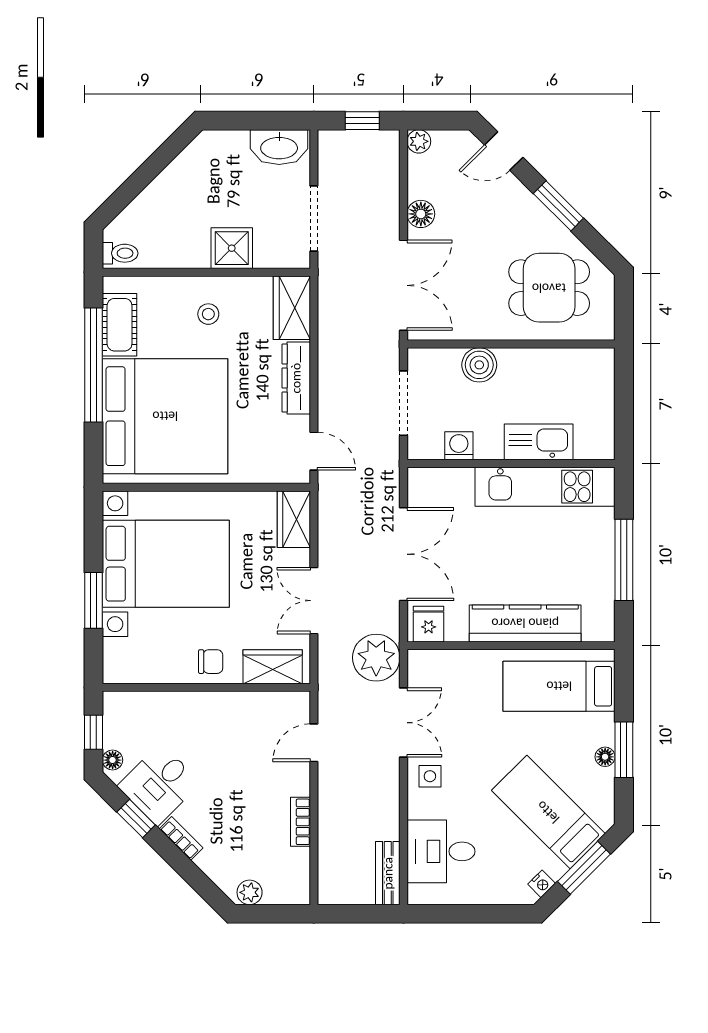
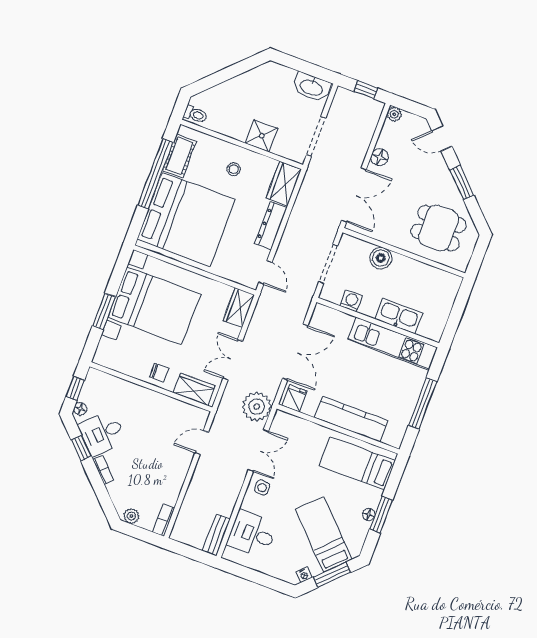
bookcase: (300, 822) -> (164, 520), moved

